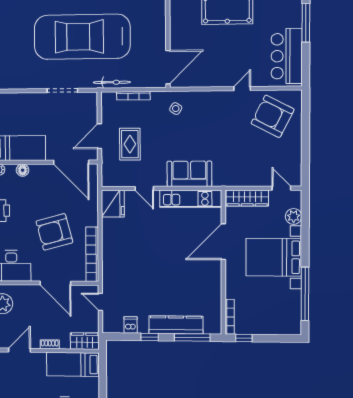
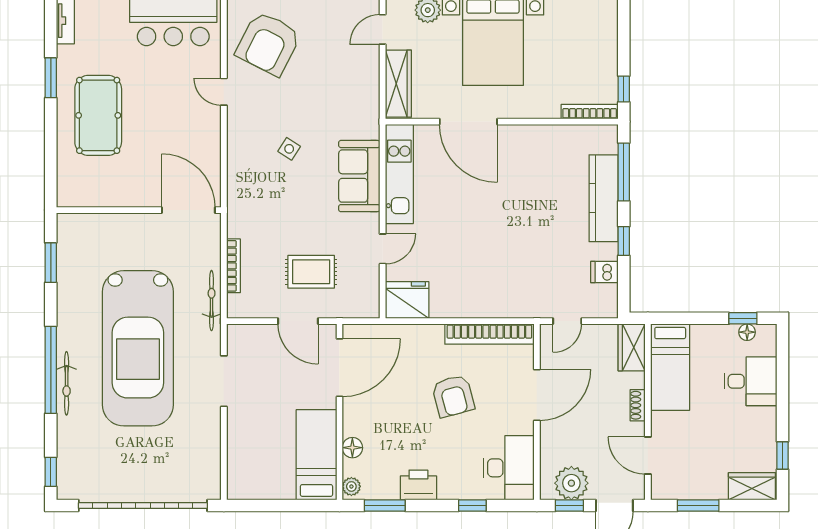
side table: (176, 109) -> (289, 149), moved
armchair: (54, 232) -> (453, 396), width x0.73, depth x0.73

